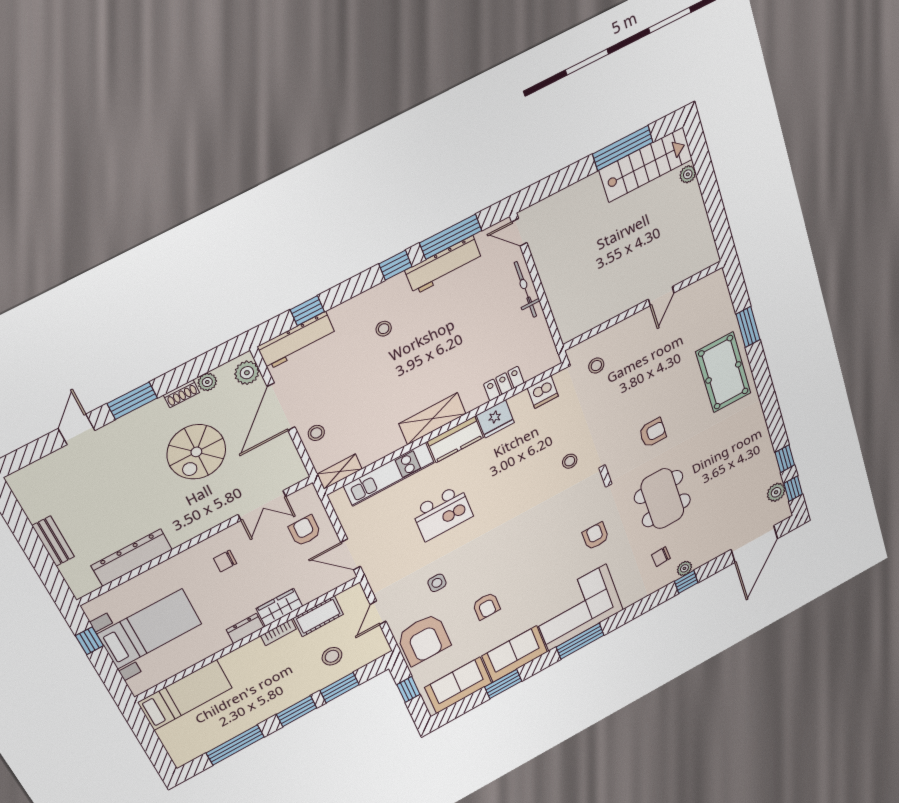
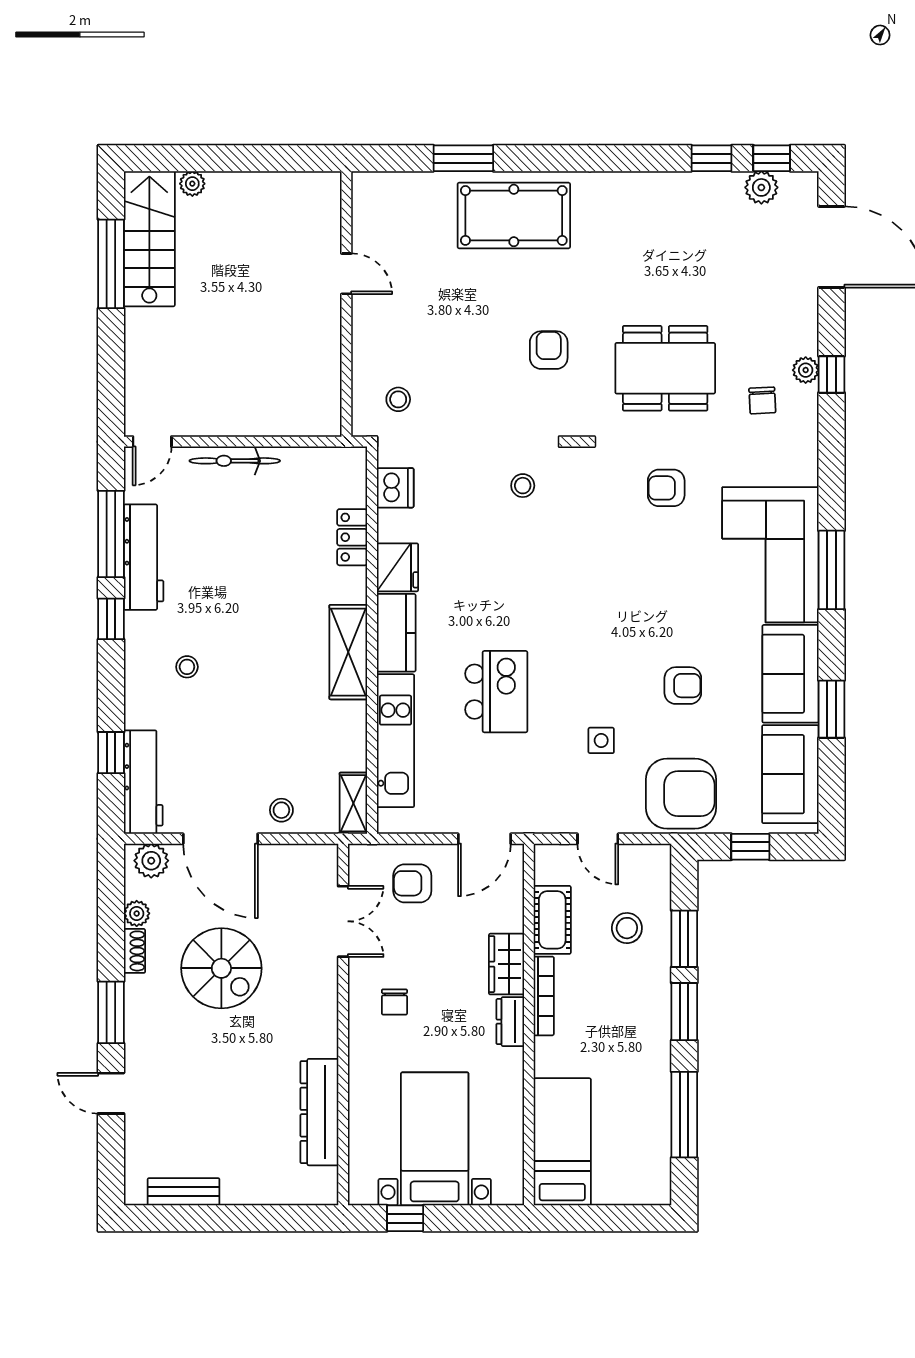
bench: (53, 541) -> (184, 1192), moved
bookcase: (278, 632) -> (544, 996), width x1.56

